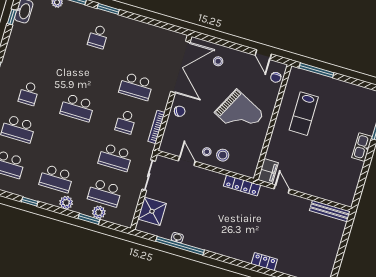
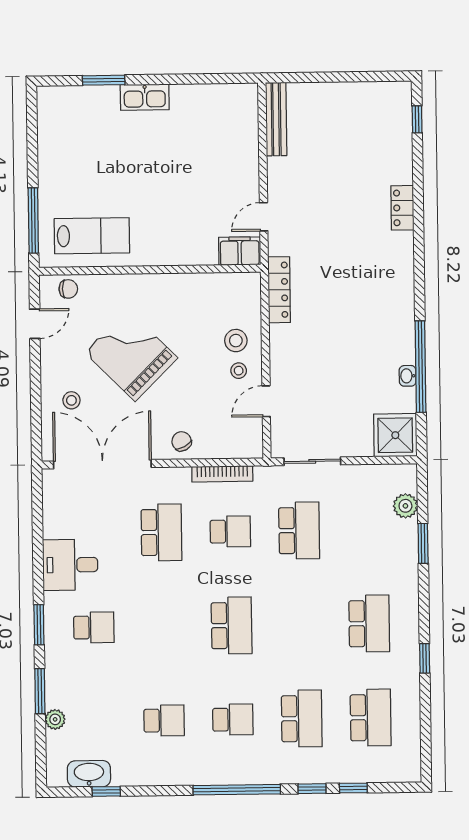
desk: (134, 35) -> (70, 565), added
grand piano: (239, 113) -> (131, 355), moved, turned -72
lab bench: (304, 114) -> (92, 236), moved
school desk: (105, 193) -> (164, 720), moved, width x0.54
plant: (66, 203) -> (406, 593), removed
shower: (152, 211) -> (395, 435), moved
plant: (99, 212) -> (405, 506), moved

